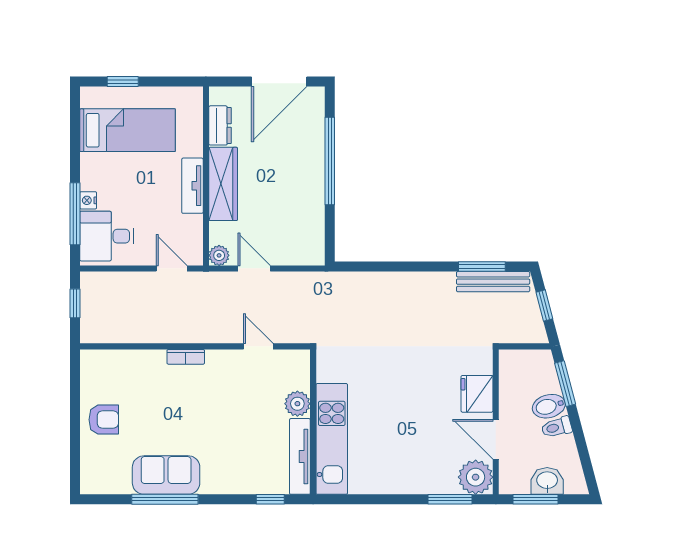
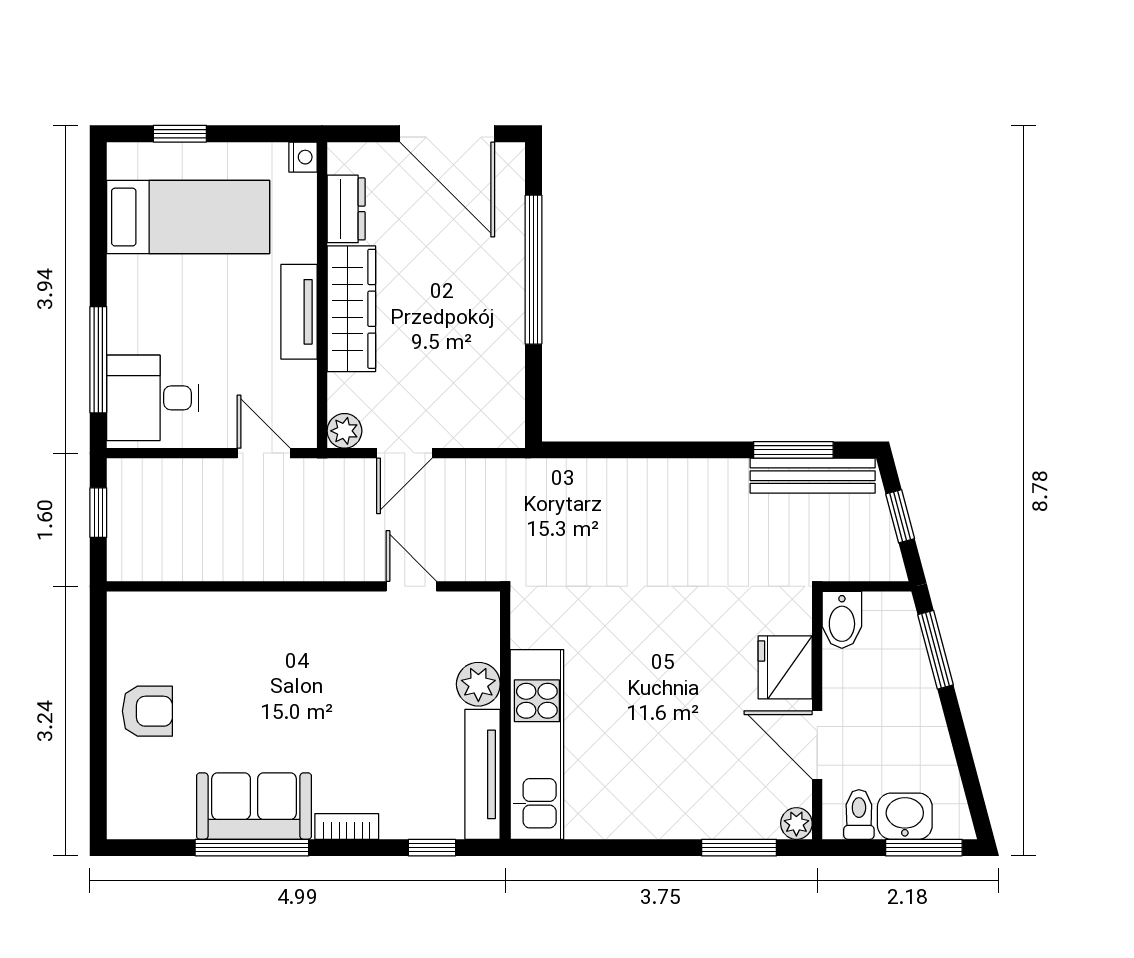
door: (279, 81) -> (447, 134), hinge flipped
nightstand: (88, 200) -> (303, 157), moved, turned 180
door: (254, 268) -> (404, 453), swing flipped
bookcase: (186, 357) -> (347, 827), moved, turned 180
bidet: (549, 406) -> (842, 620), moved, turned -75
toilet: (557, 427) -> (859, 815), moved, turned 105
plant: (476, 477) -> (796, 823), width x0.53, depth x0.53
window: (535, 499) -> (924, 848), moved

